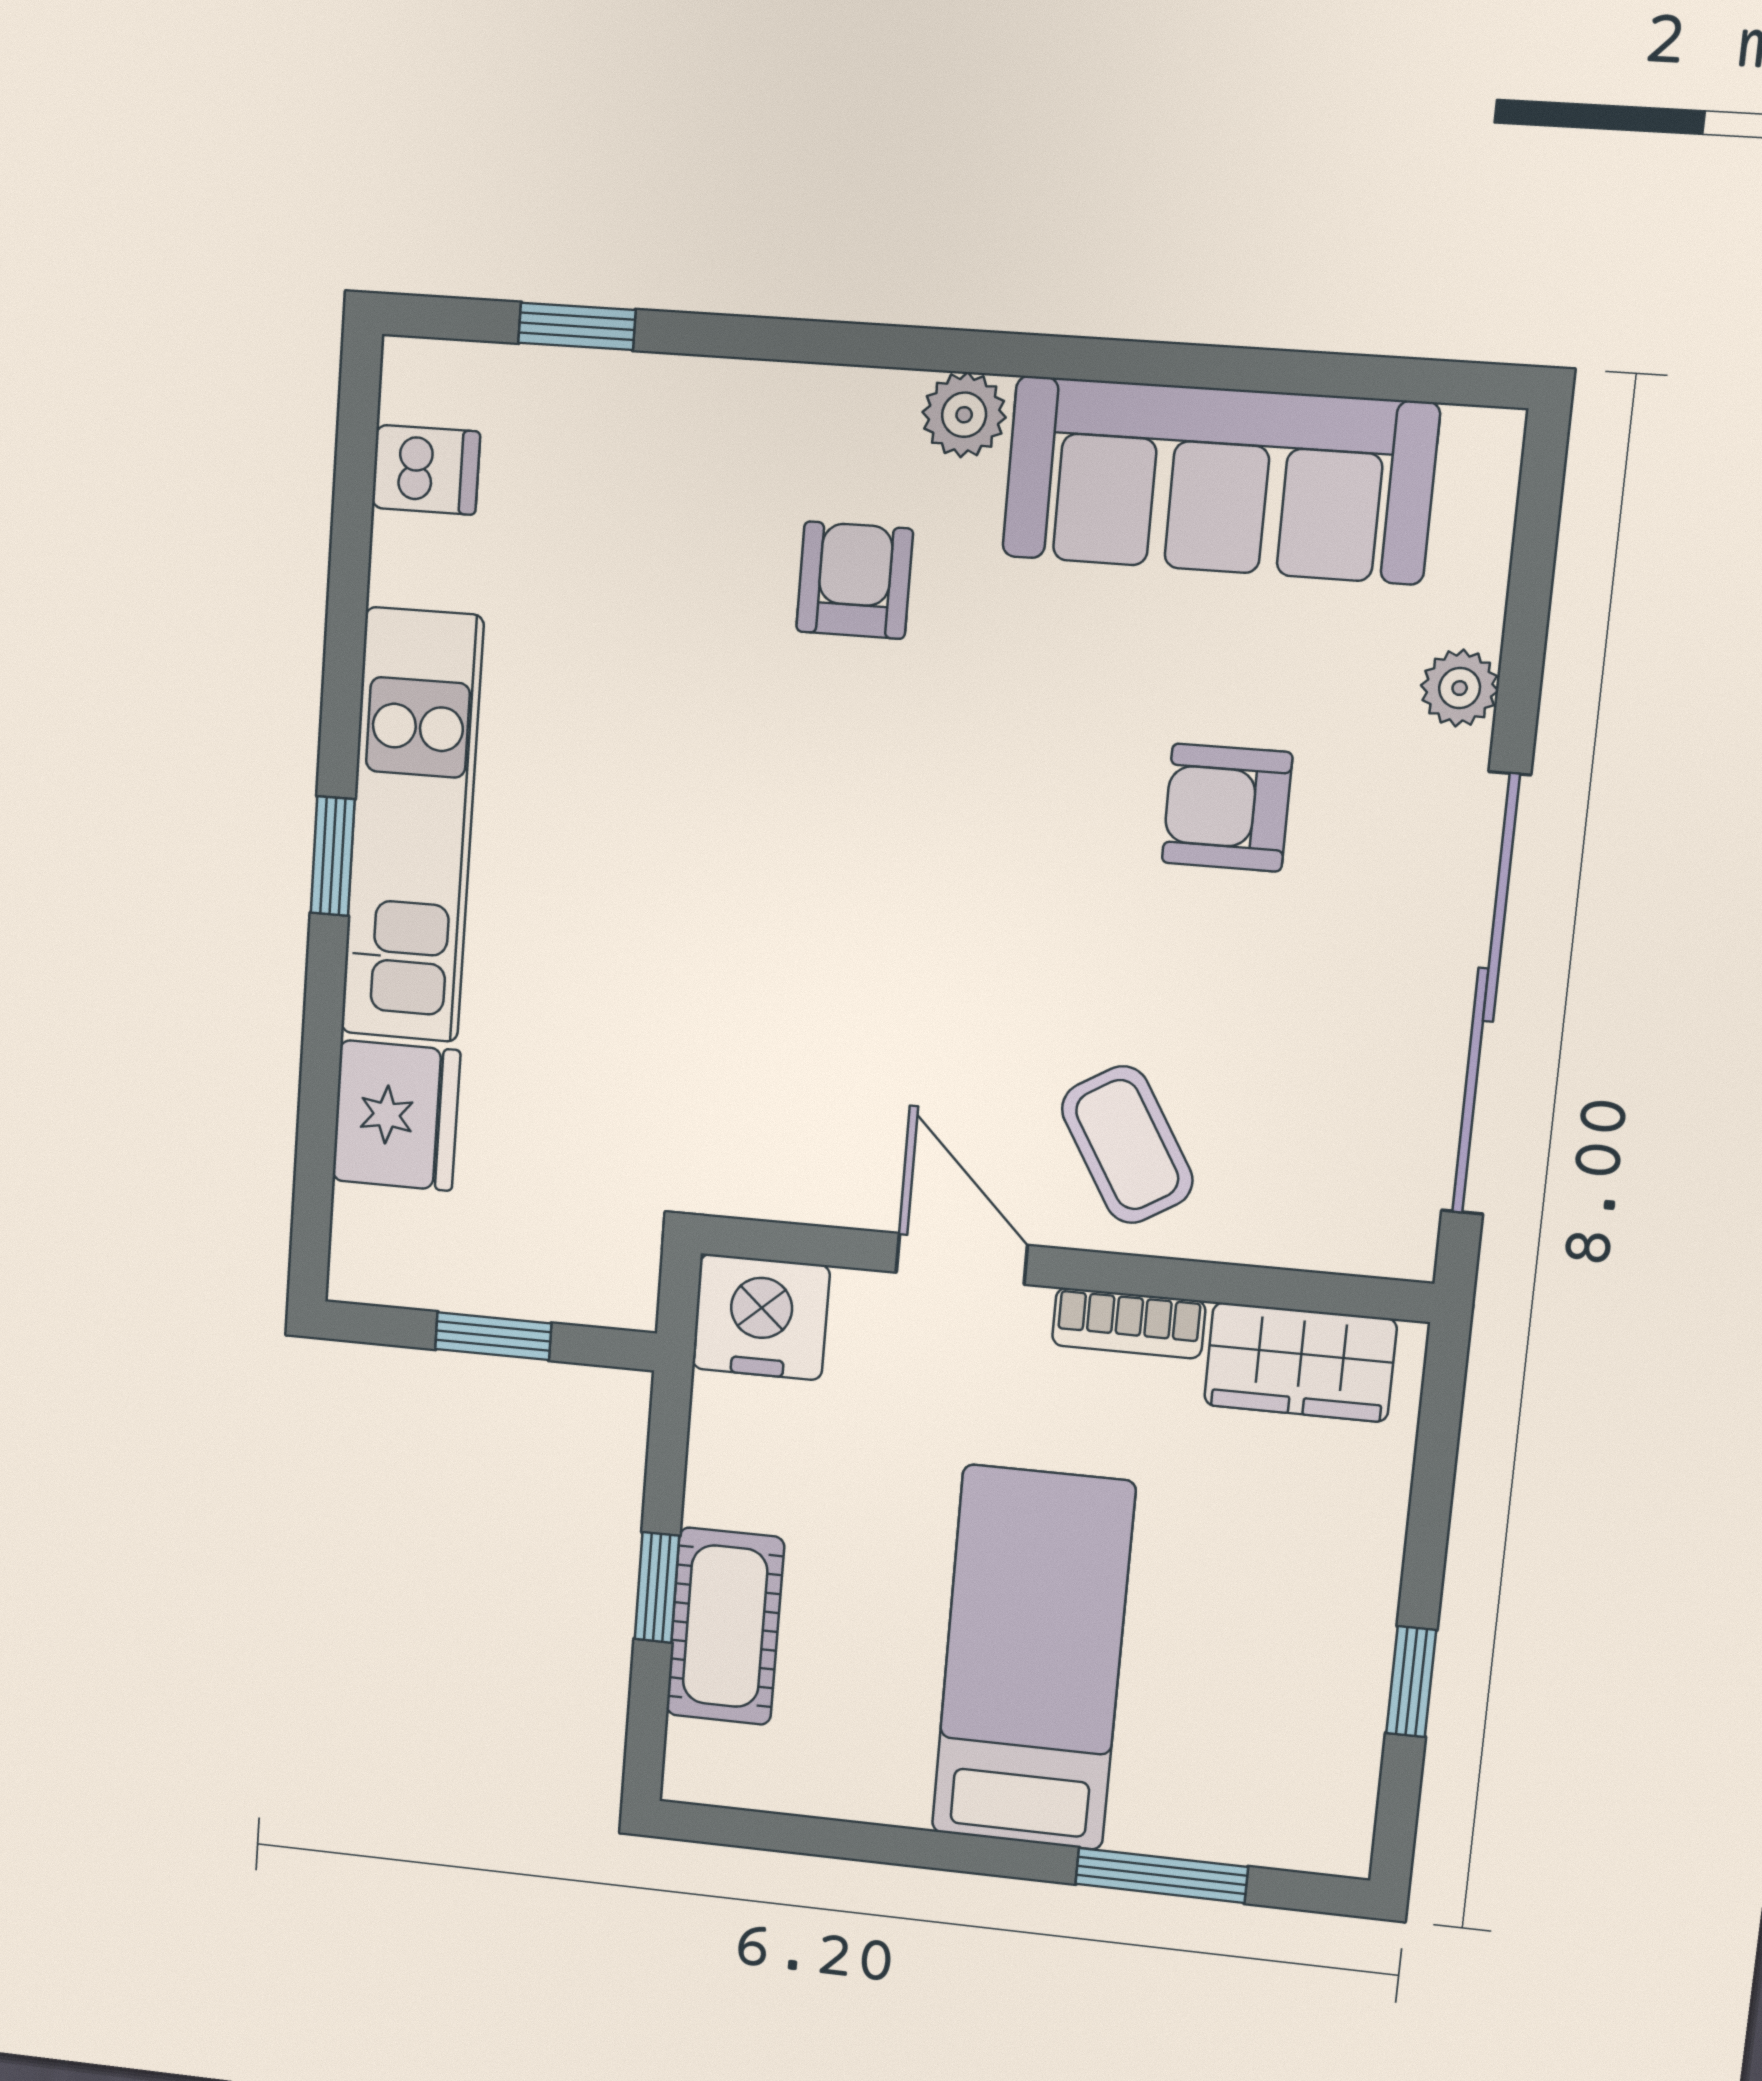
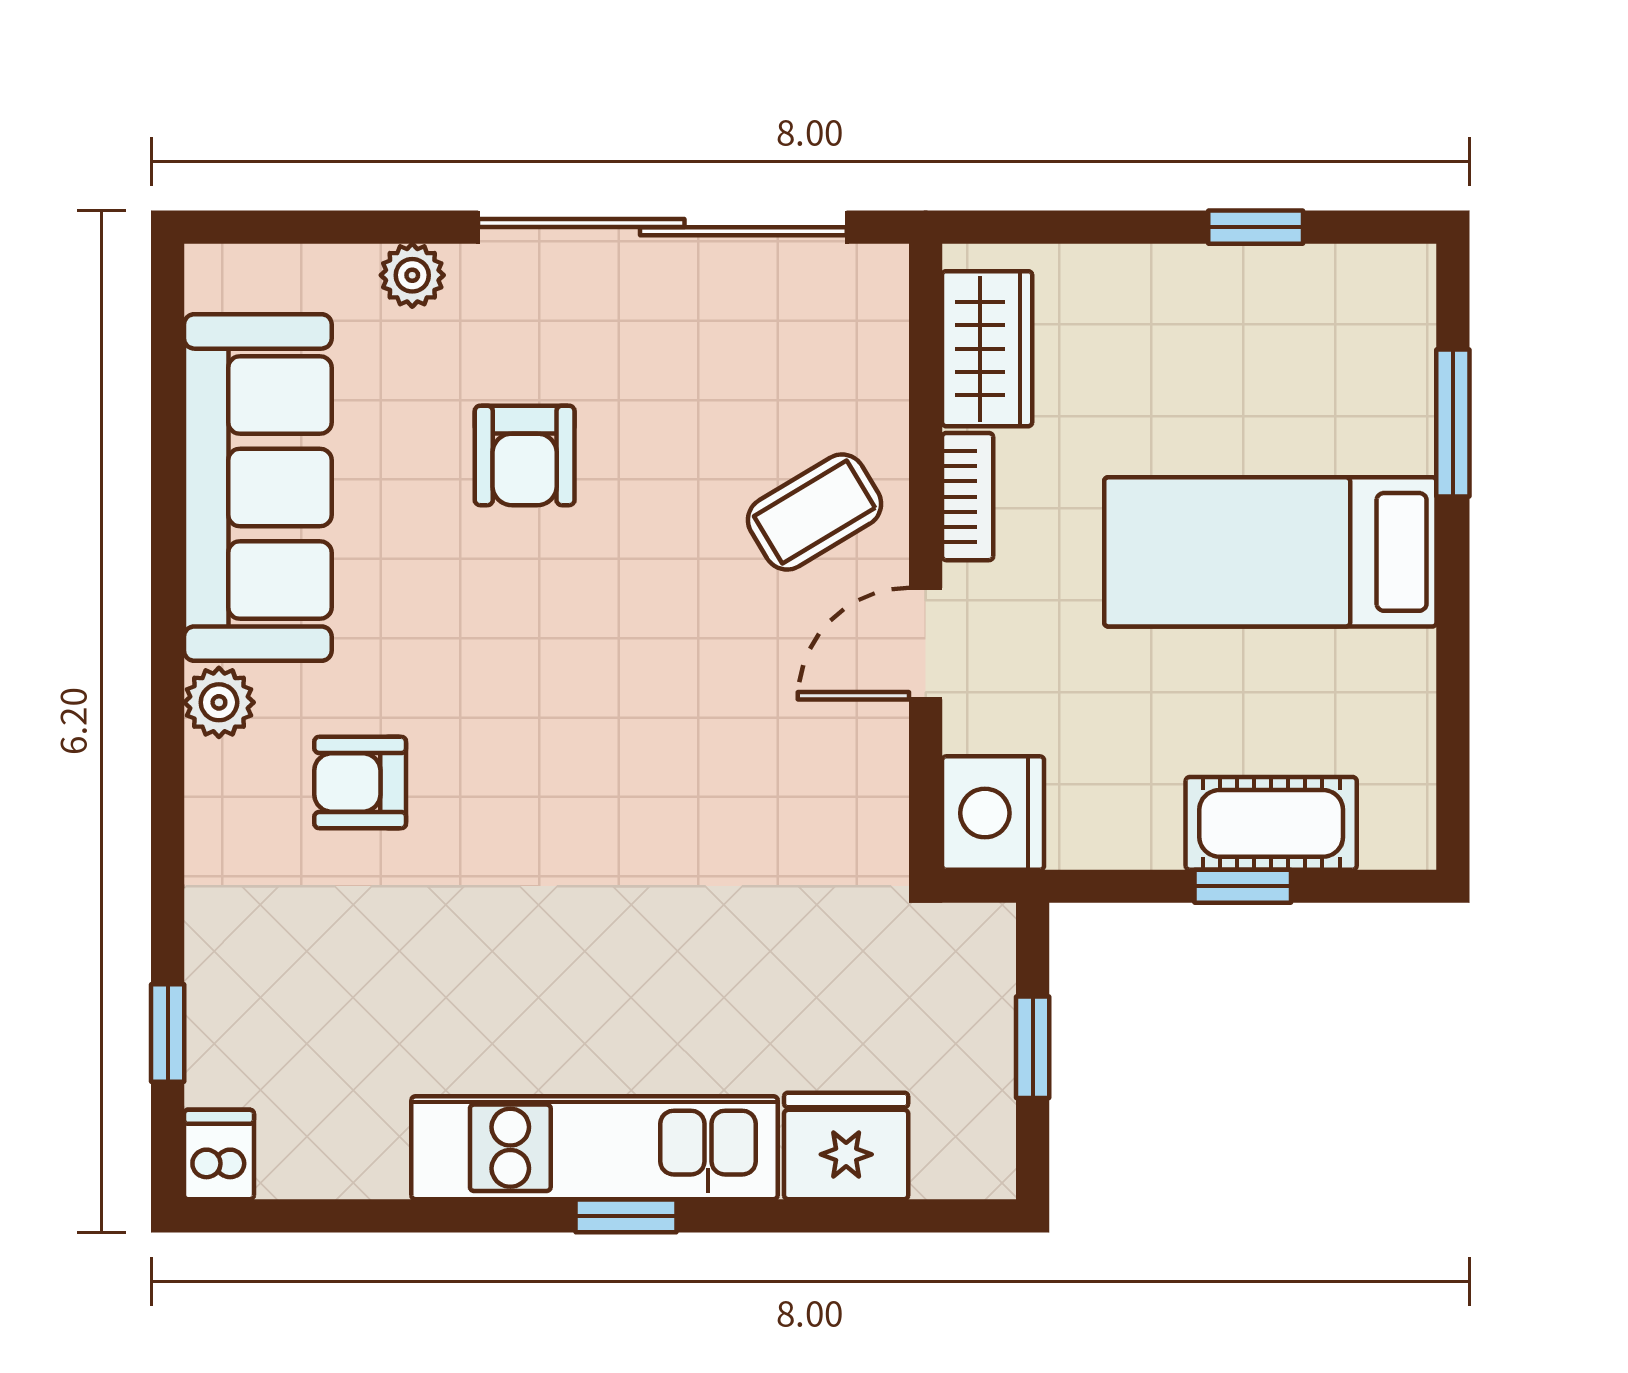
dishwasher: (426, 470) -> (219, 1154), moved

